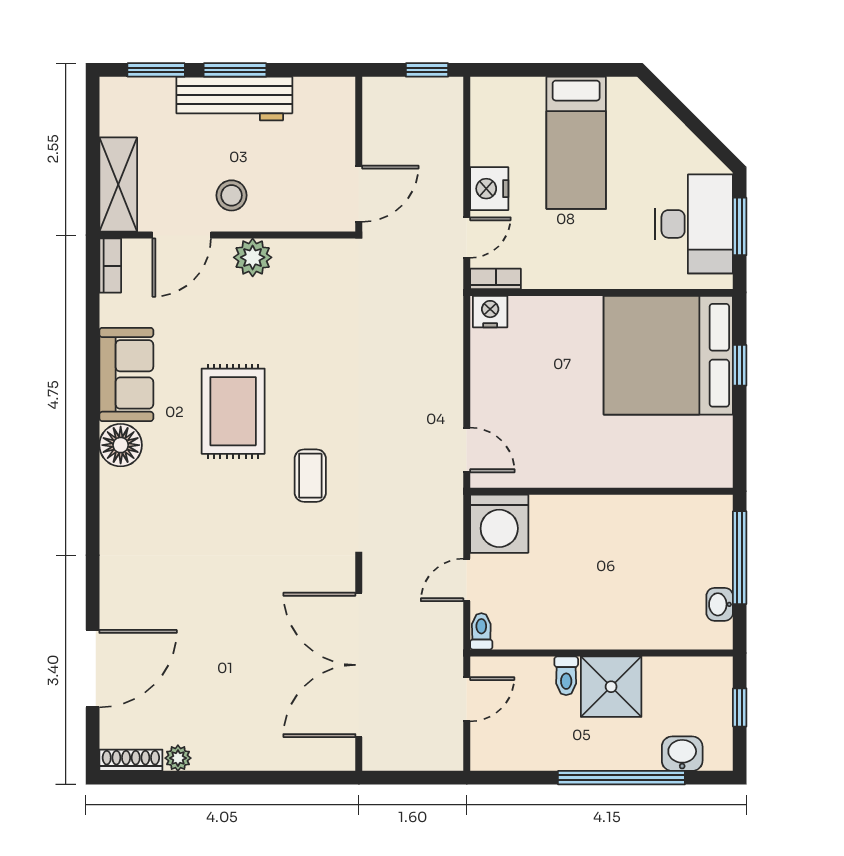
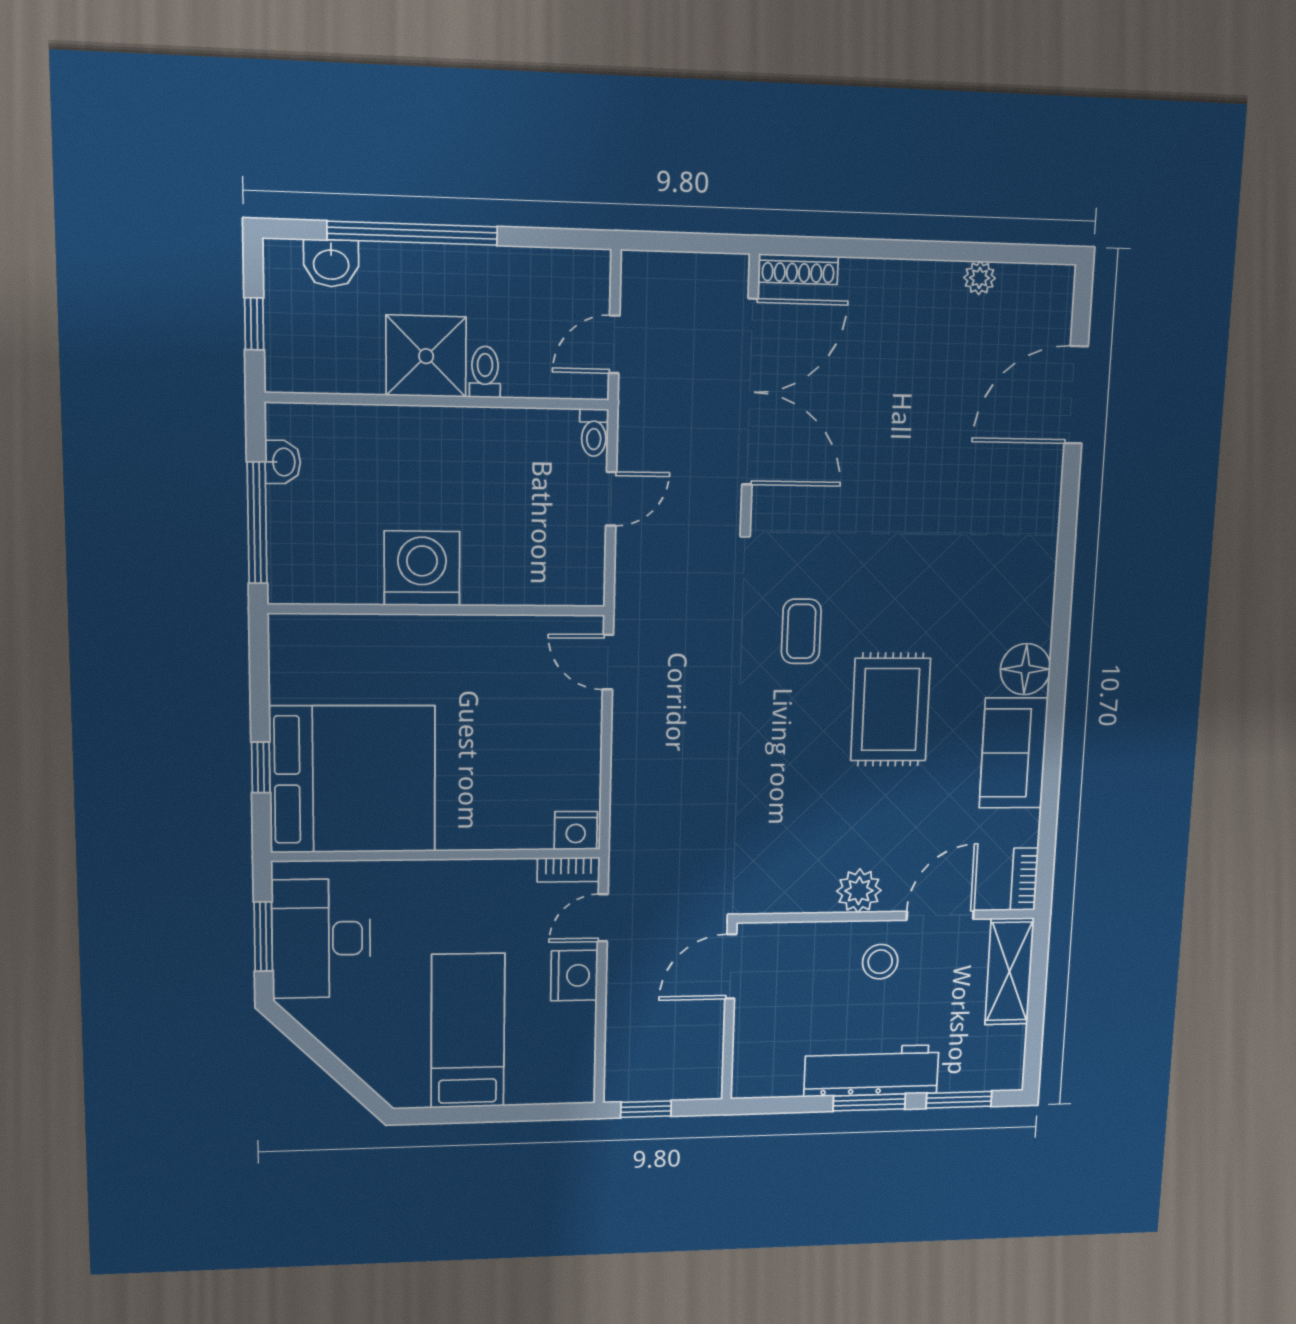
washing machine: (499, 524) -> (422, 568), moved
shoe rack: (131, 760) -> (798, 269), moved

